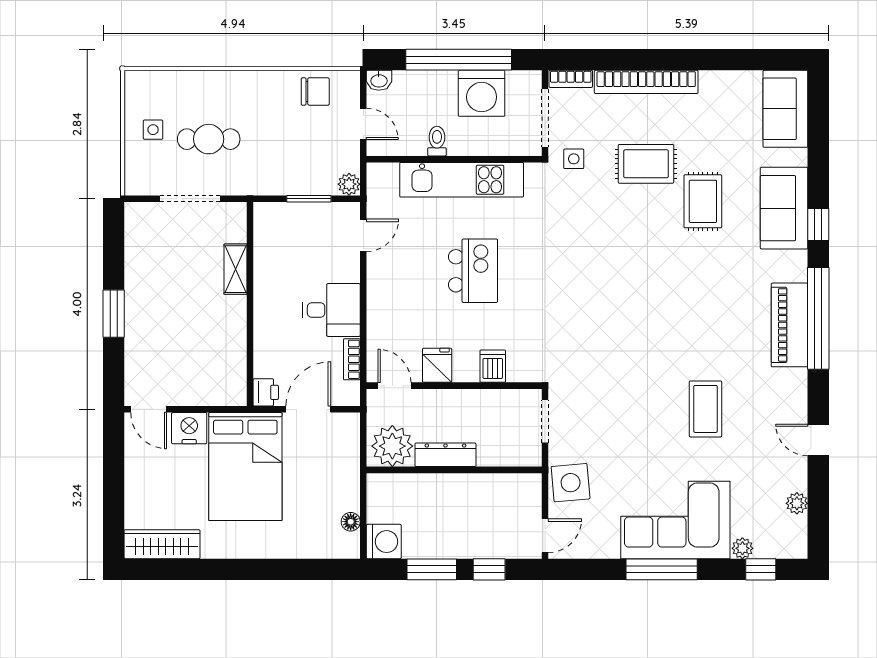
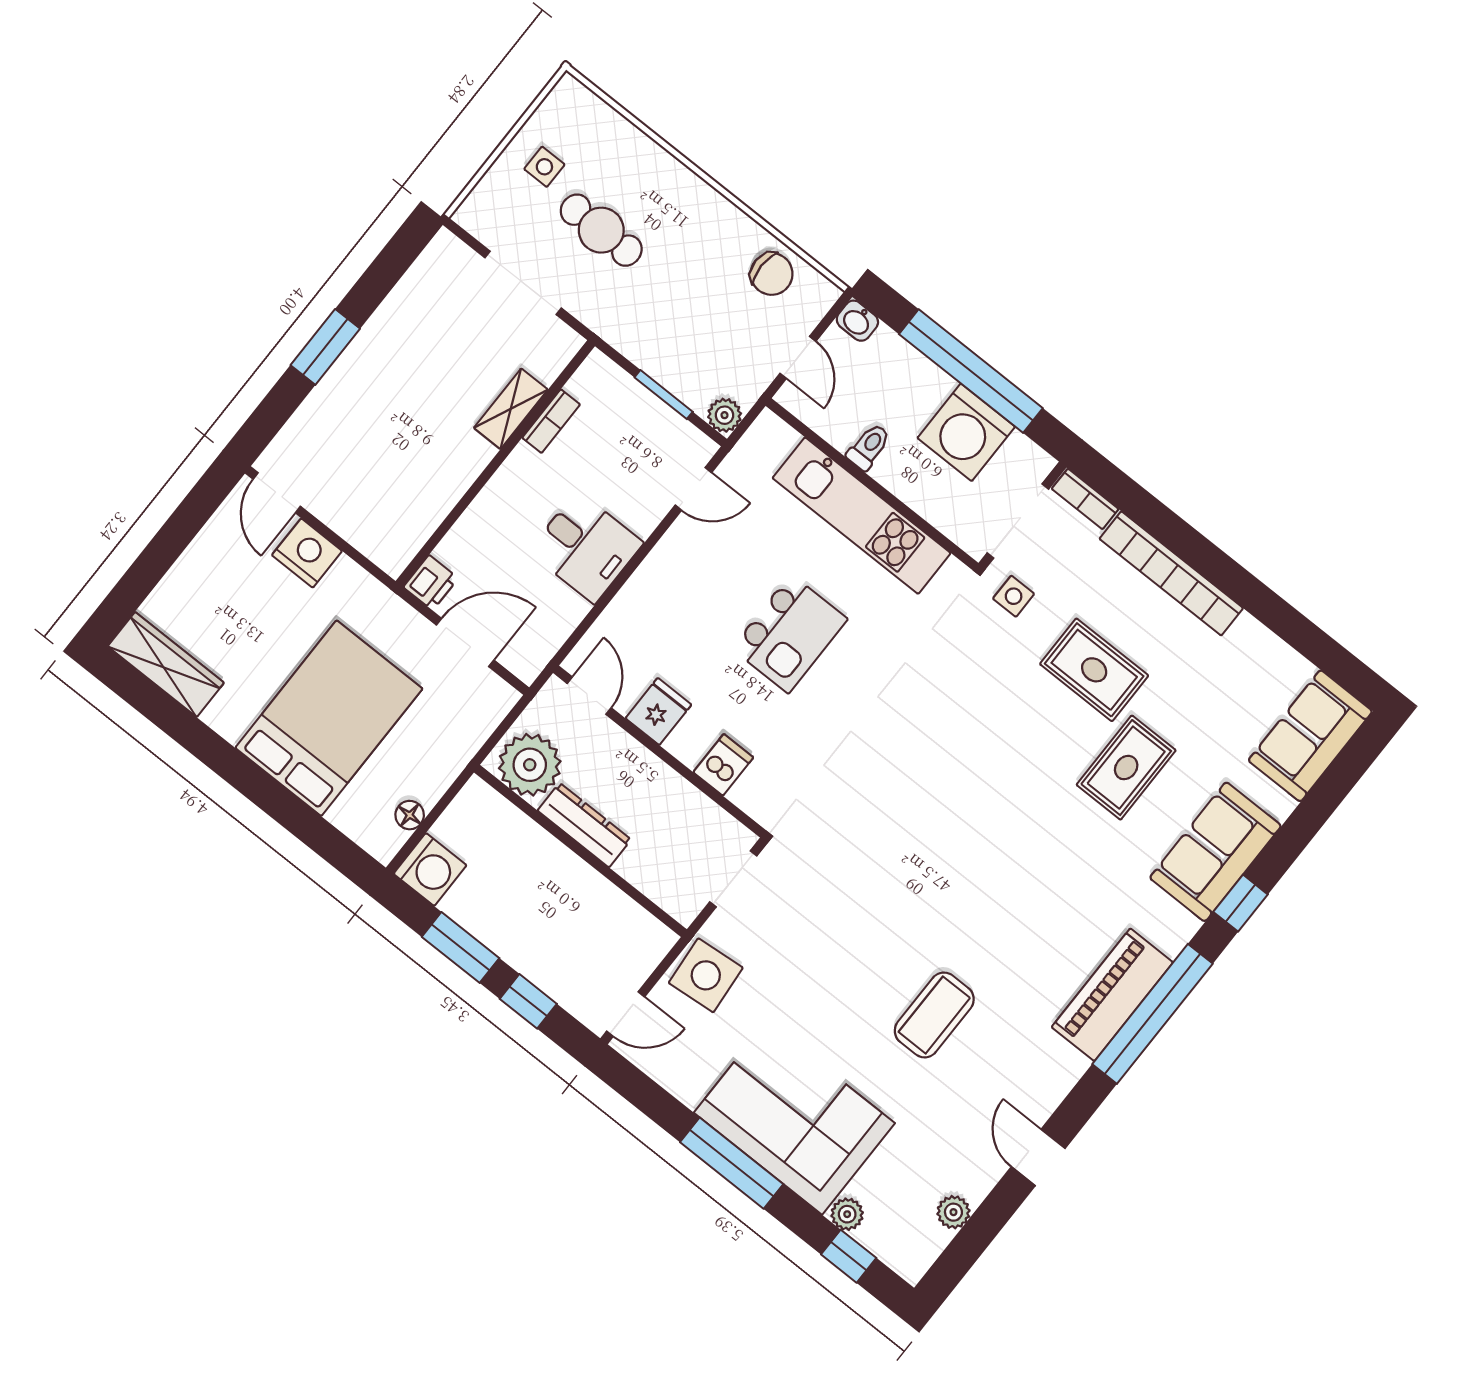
bookcase: (352, 359) -> (551, 421), moved, turned 180
bed: (245, 467) -> (329, 718), moved, turned 180

